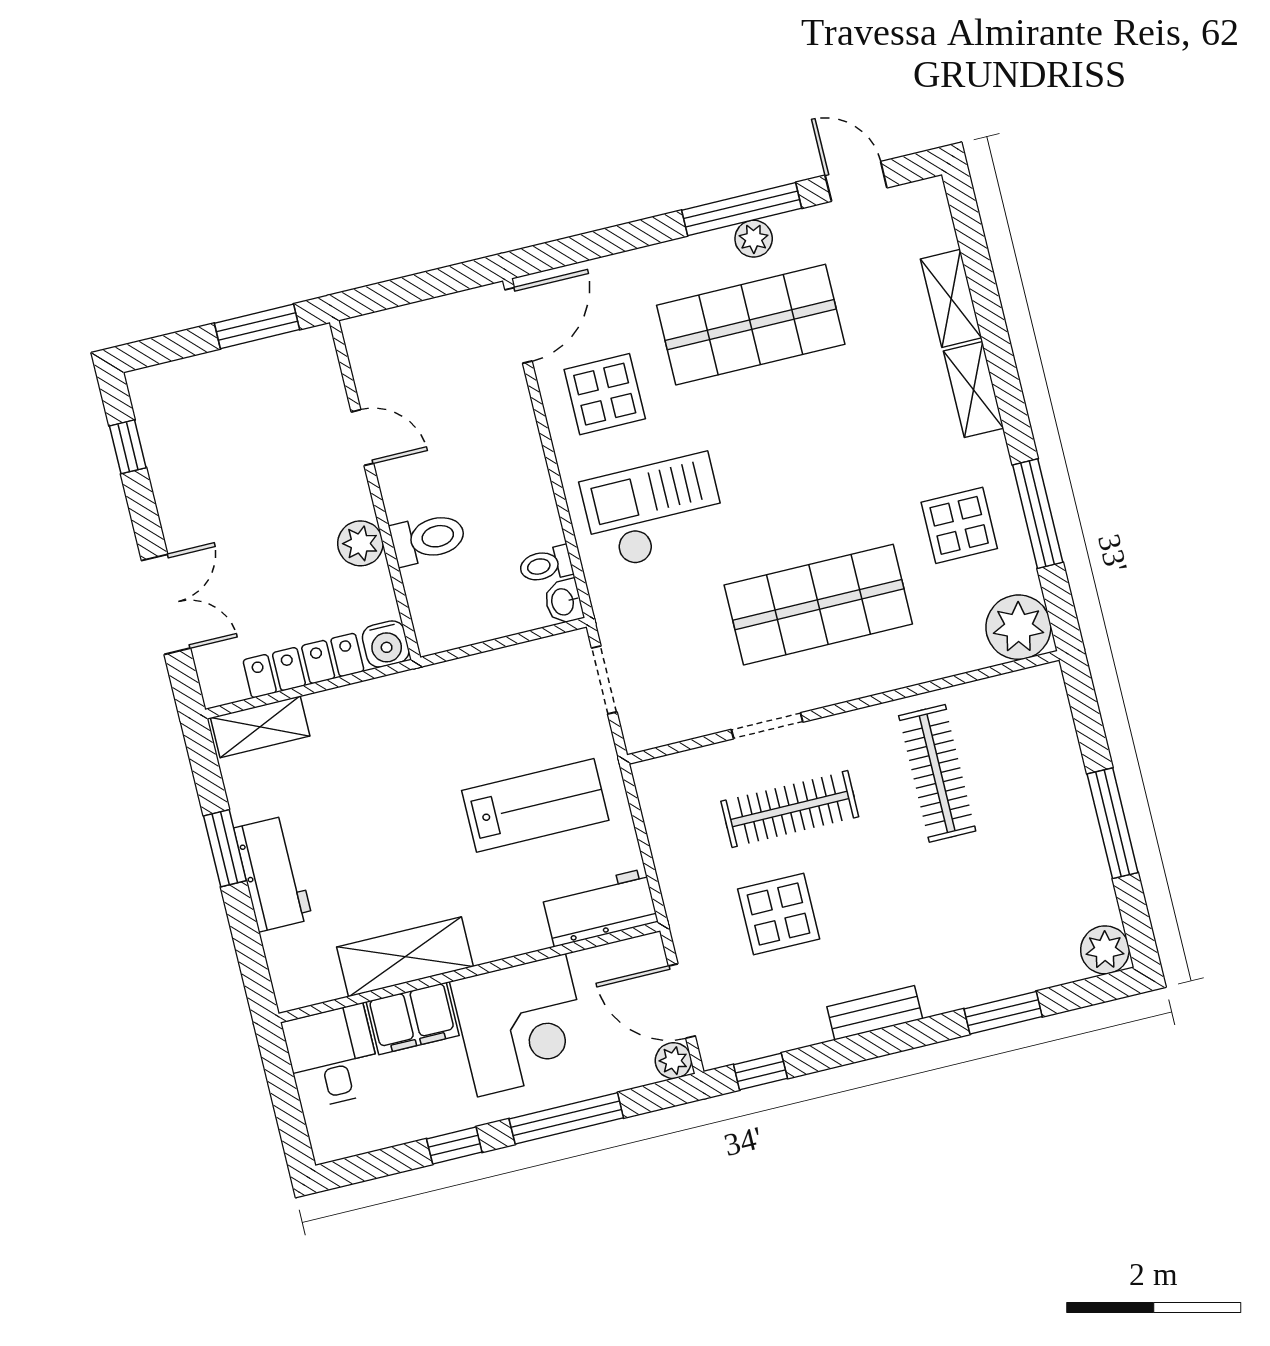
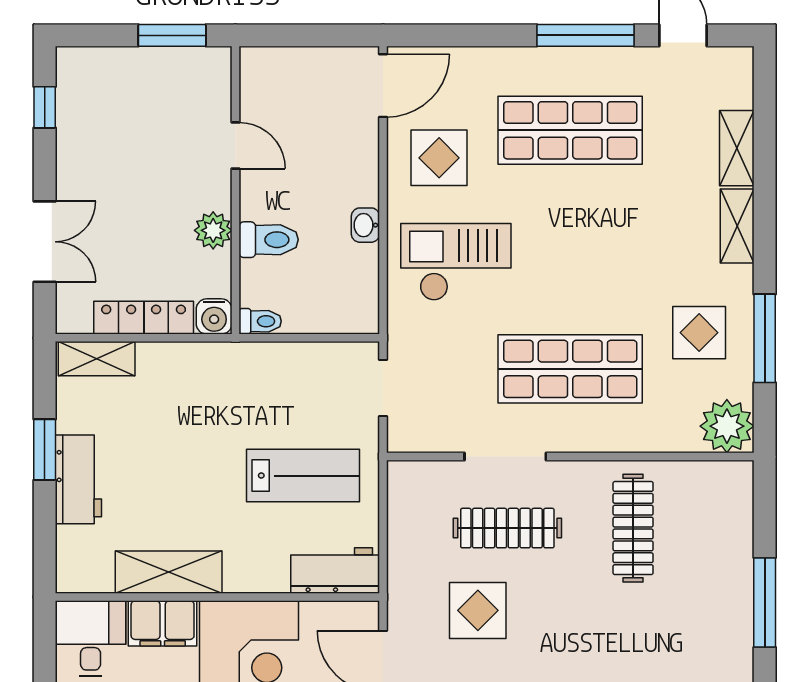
plant: (754, 239) -> (589, 62), removed
toilet: (546, 565) -> (260, 321), moved, turned 180
washbasin: (563, 602) -> (365, 225), moved
doorway: (767, 726) -> (505, 457), width x1.38

